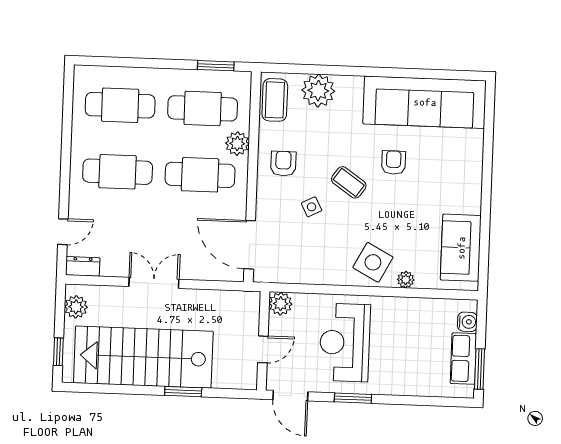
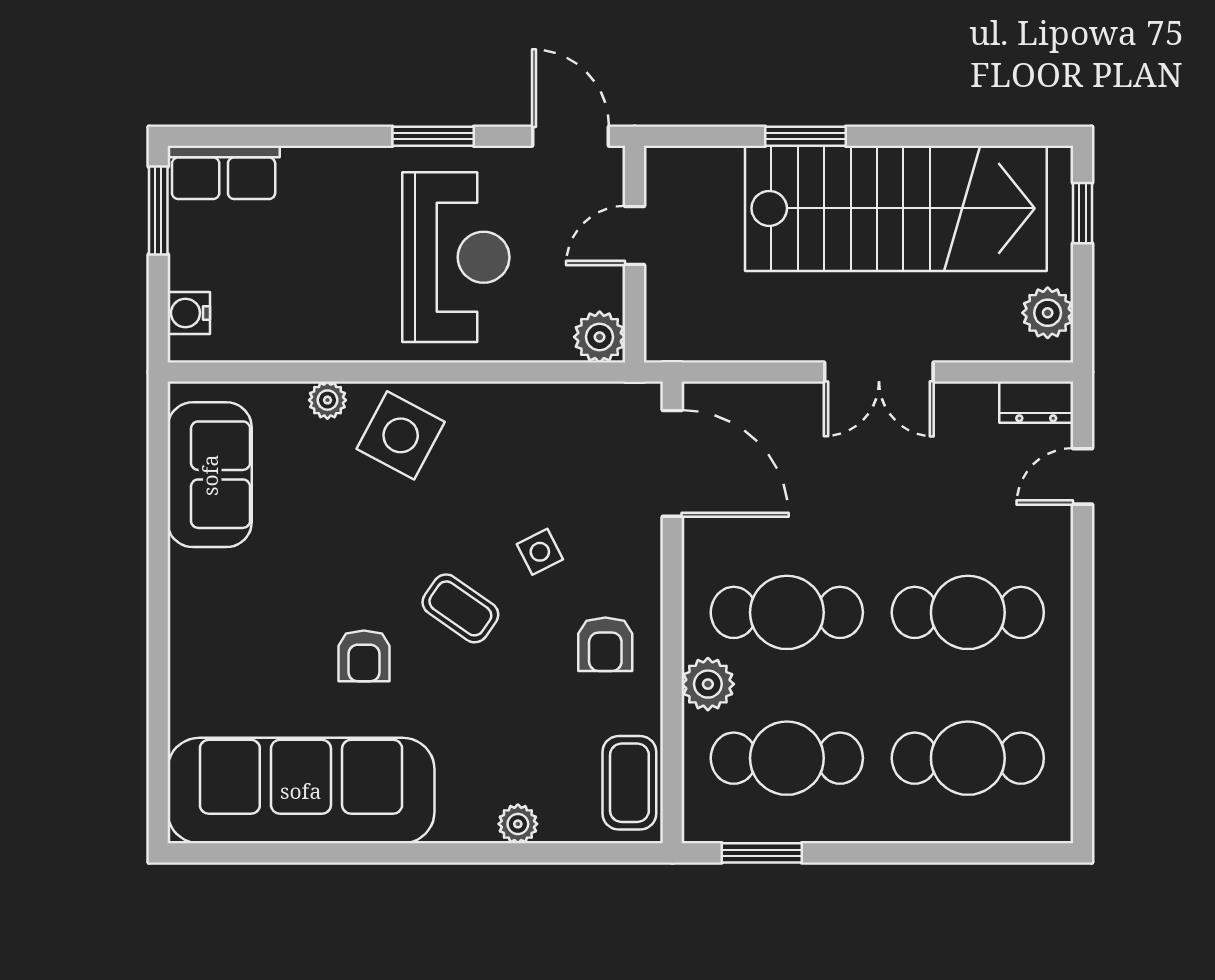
plant: (318, 91) -> (518, 824), width x0.53, depth x0.53
row of seats: (463, 359) -> (224, 172), moved, turned 90

